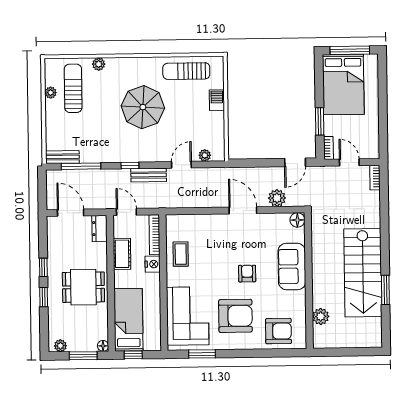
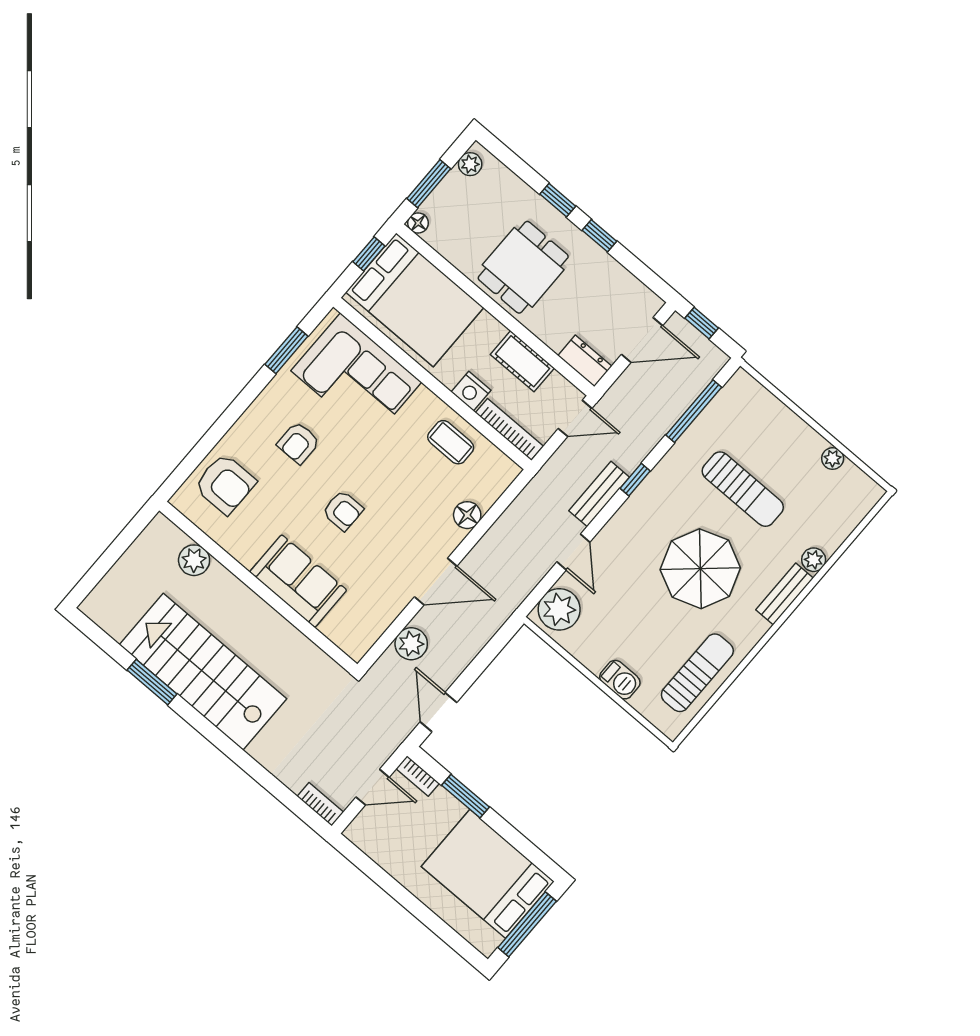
sun lounger: (73, 88) -> (743, 489), moved
plant: (205, 155) -> (559, 609), width x1.88, depth x1.88
bench: (62, 157) -> (784, 594), moved
window: (42, 194) -> (702, 323), added
floor lamp: (297, 220) -> (467, 515), moved
armchair: (235, 316) -> (299, 443), width x0.53, depth x0.53
bed: (128, 320) -> (415, 300), width x1.50
armchair: (278, 331) -> (225, 484), turned -90

